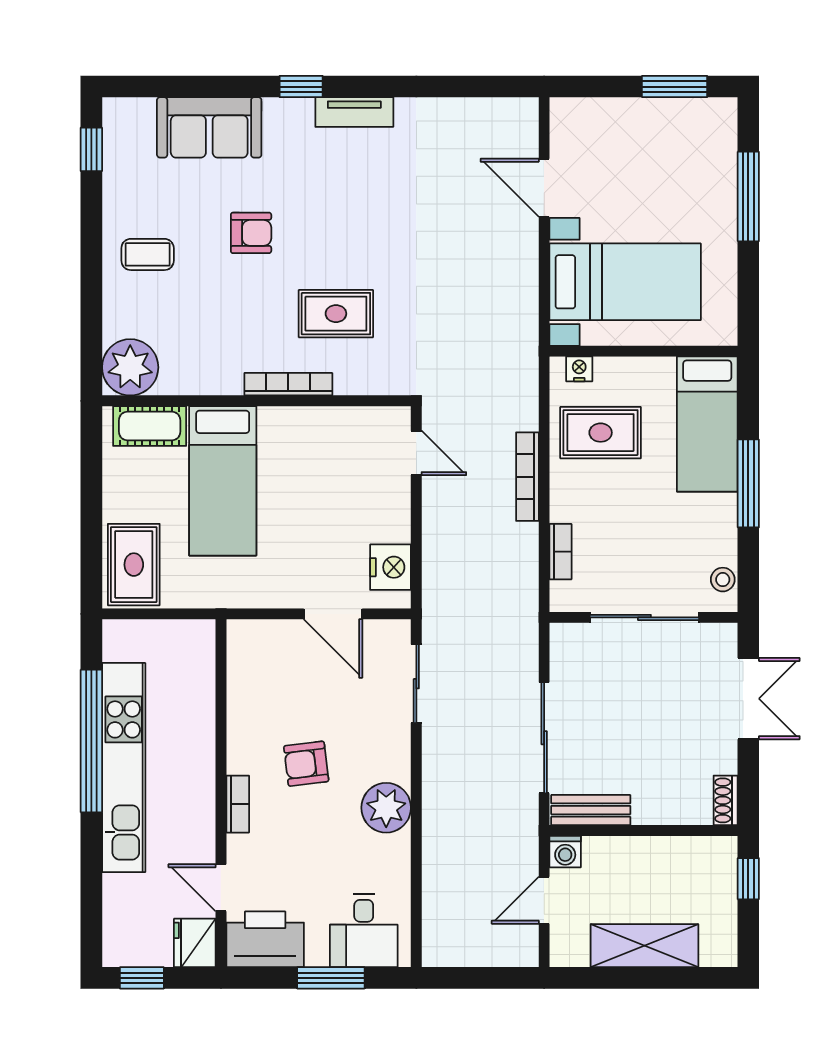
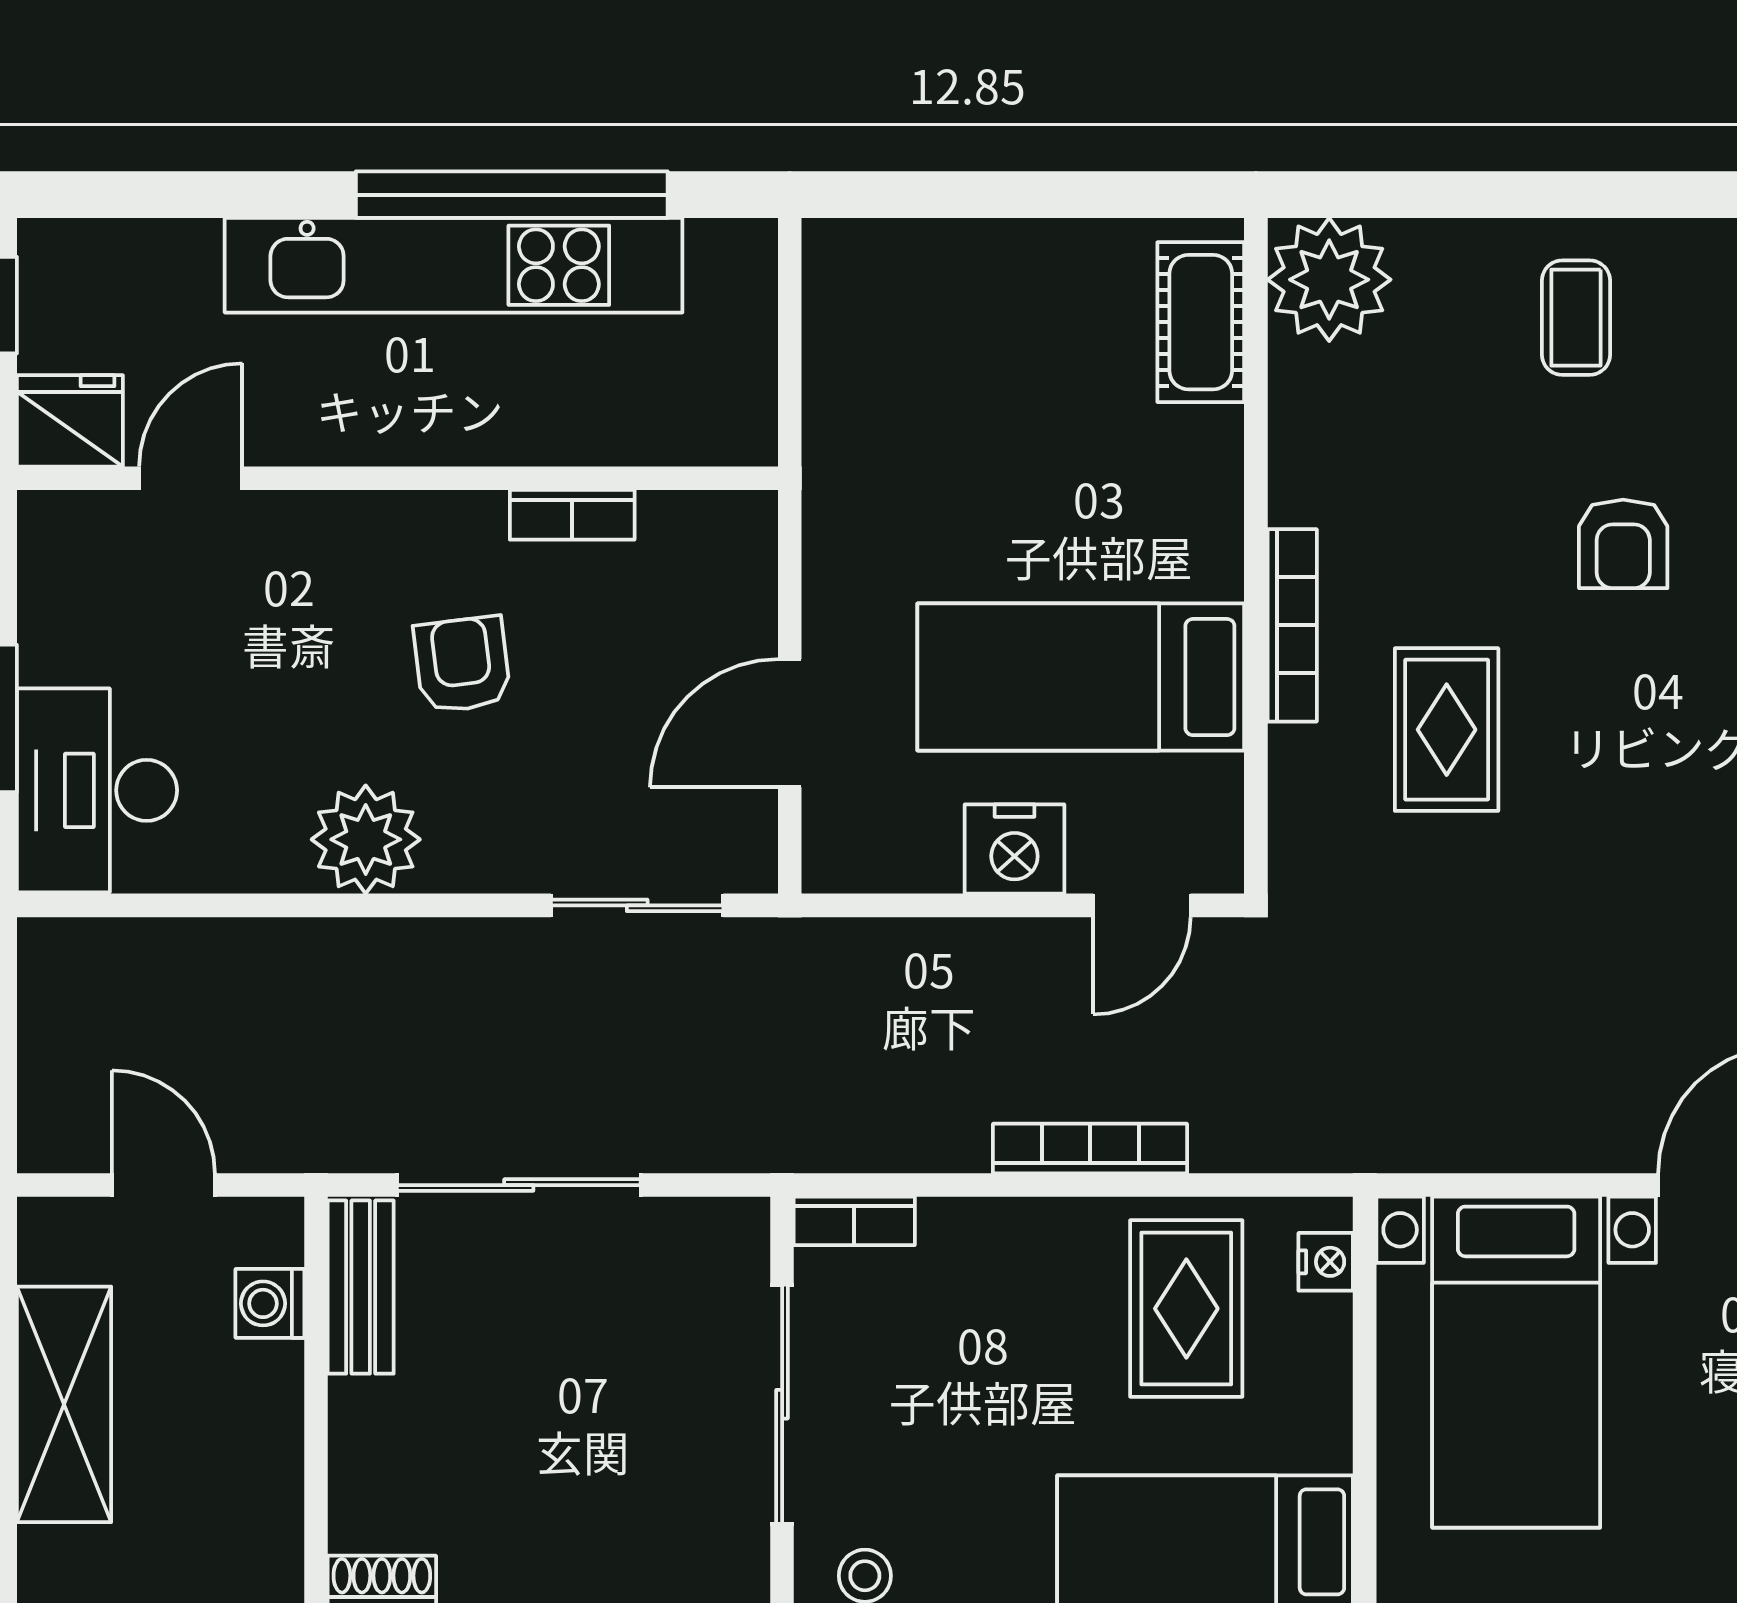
bed: (223, 481) -> (1081, 677), moved
bookcase: (561, 552) -> (854, 1221), moved
rug: (134, 565) -> (898, 287), removed
nightstand: (391, 567) -> (1014, 849), moved
bookcase: (238, 804) -> (572, 515), moved
washing machine: (565, 852) -> (270, 1303), moved
desk: (364, 931) -> (97, 790), width x1.37
printer: (265, 939) -> (78, 575), removed

